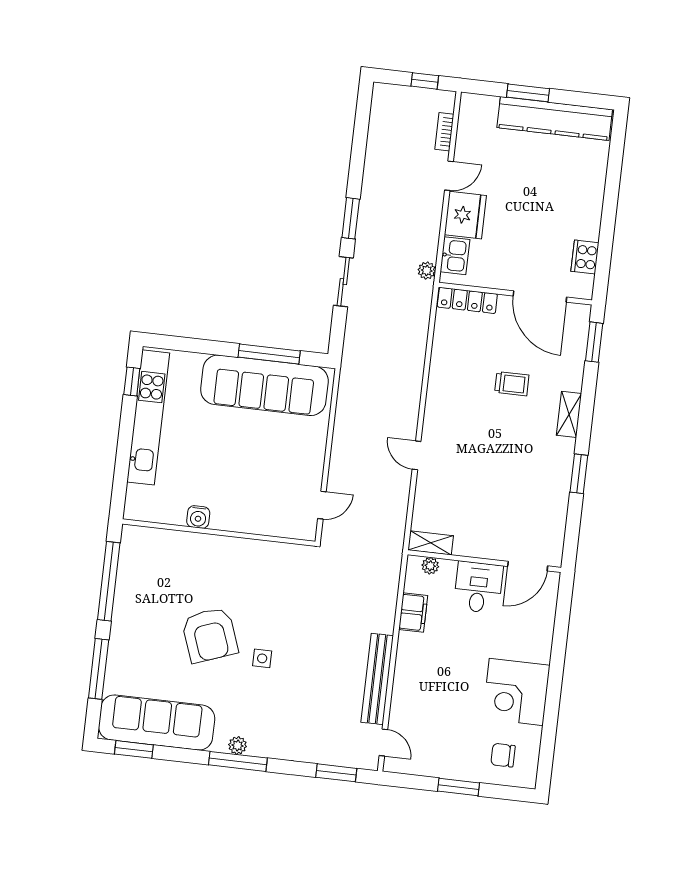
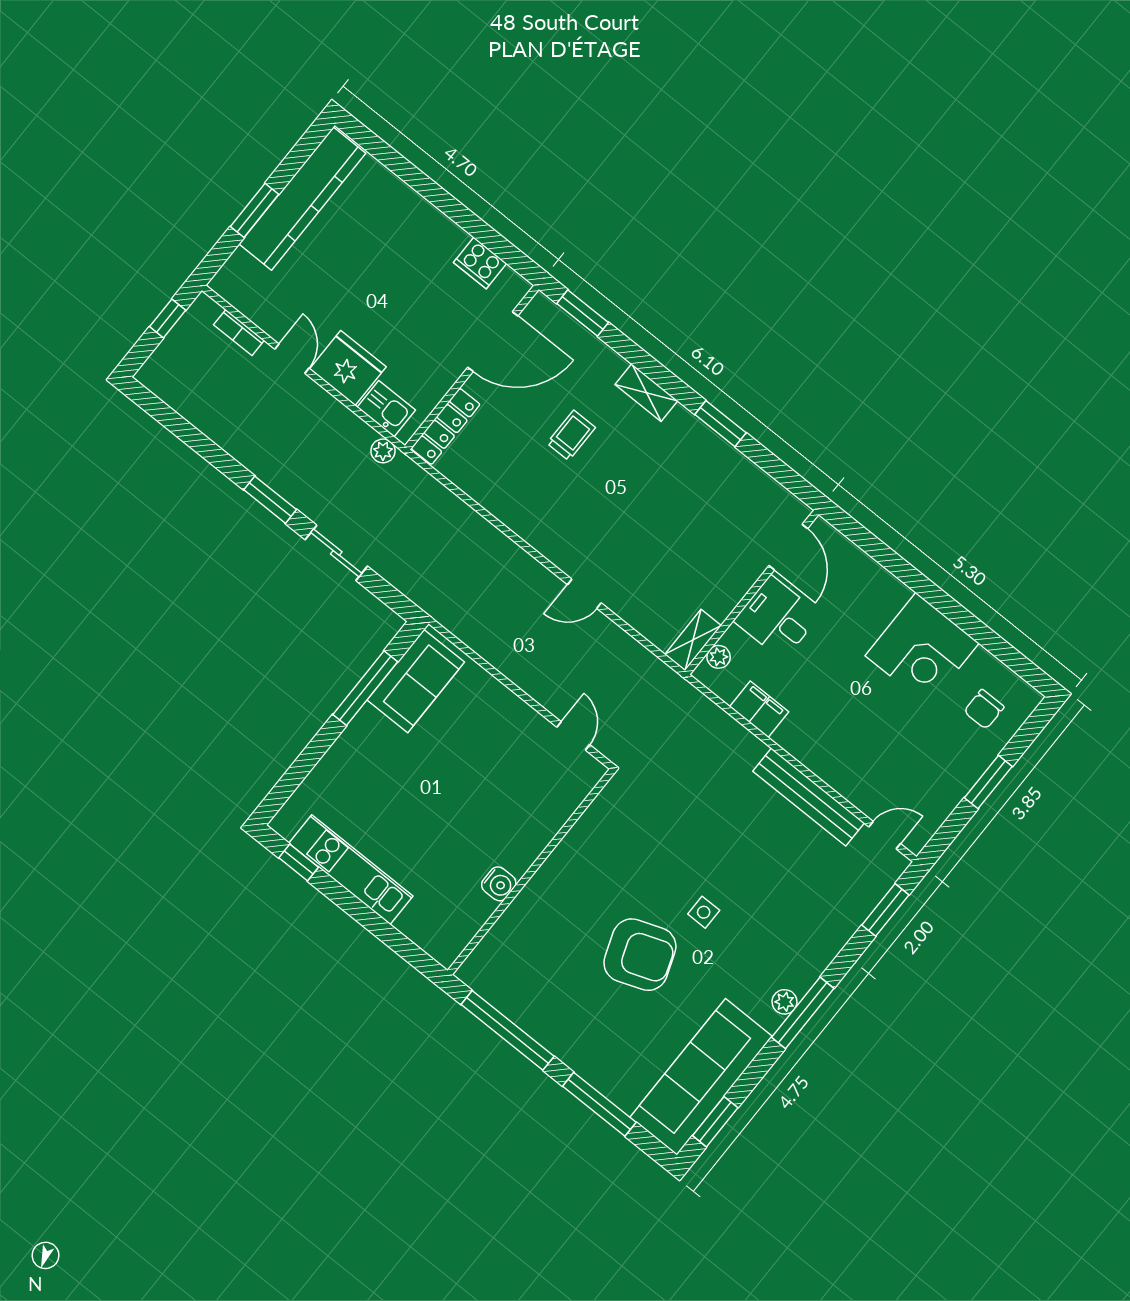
sofa: (264, 385) -> (416, 681), width x0.54, depth x0.79
kitchen unit: (148, 417) -> (351, 870), width x0.73

